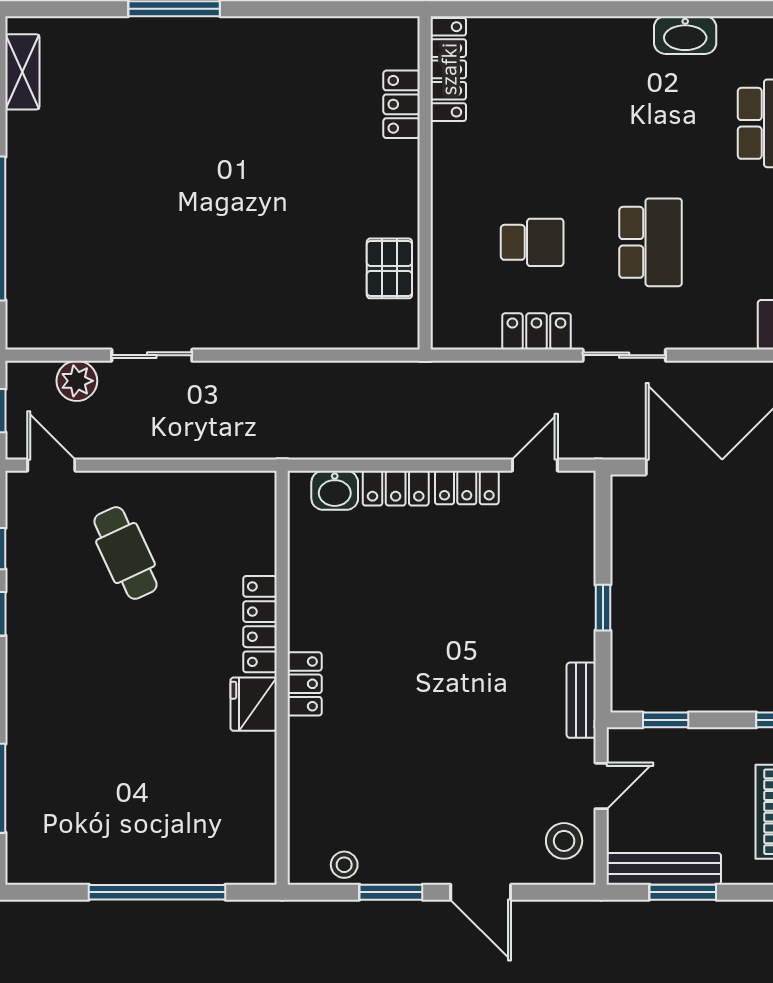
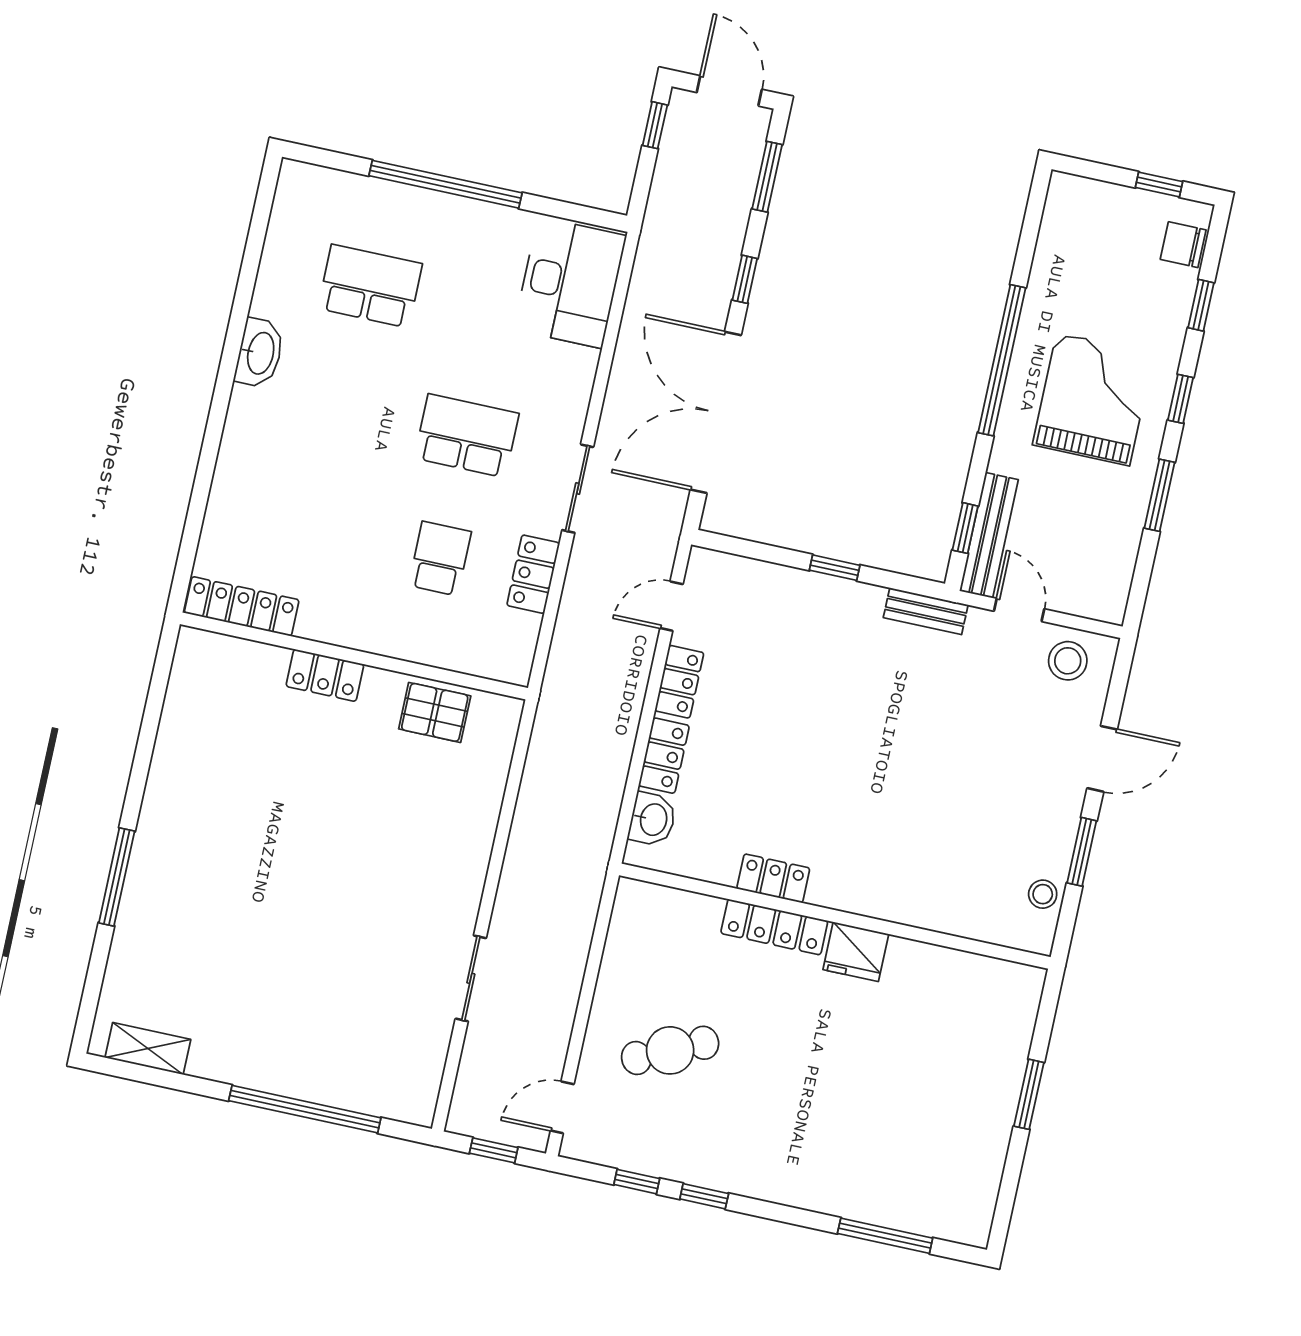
locker: (402, 104) -> (325, 675), moved
plant: (77, 381) -> (481, 1062), removed
door: (535, 465) -> (671, 606), hinge flipped
locker: (305, 684) -> (773, 878), moved
bench: (664, 869) -> (989, 535), moved
window: (157, 892) -> (1029, 1094), width x0.47
window: (683, 892) -> (1160, 495), moved

